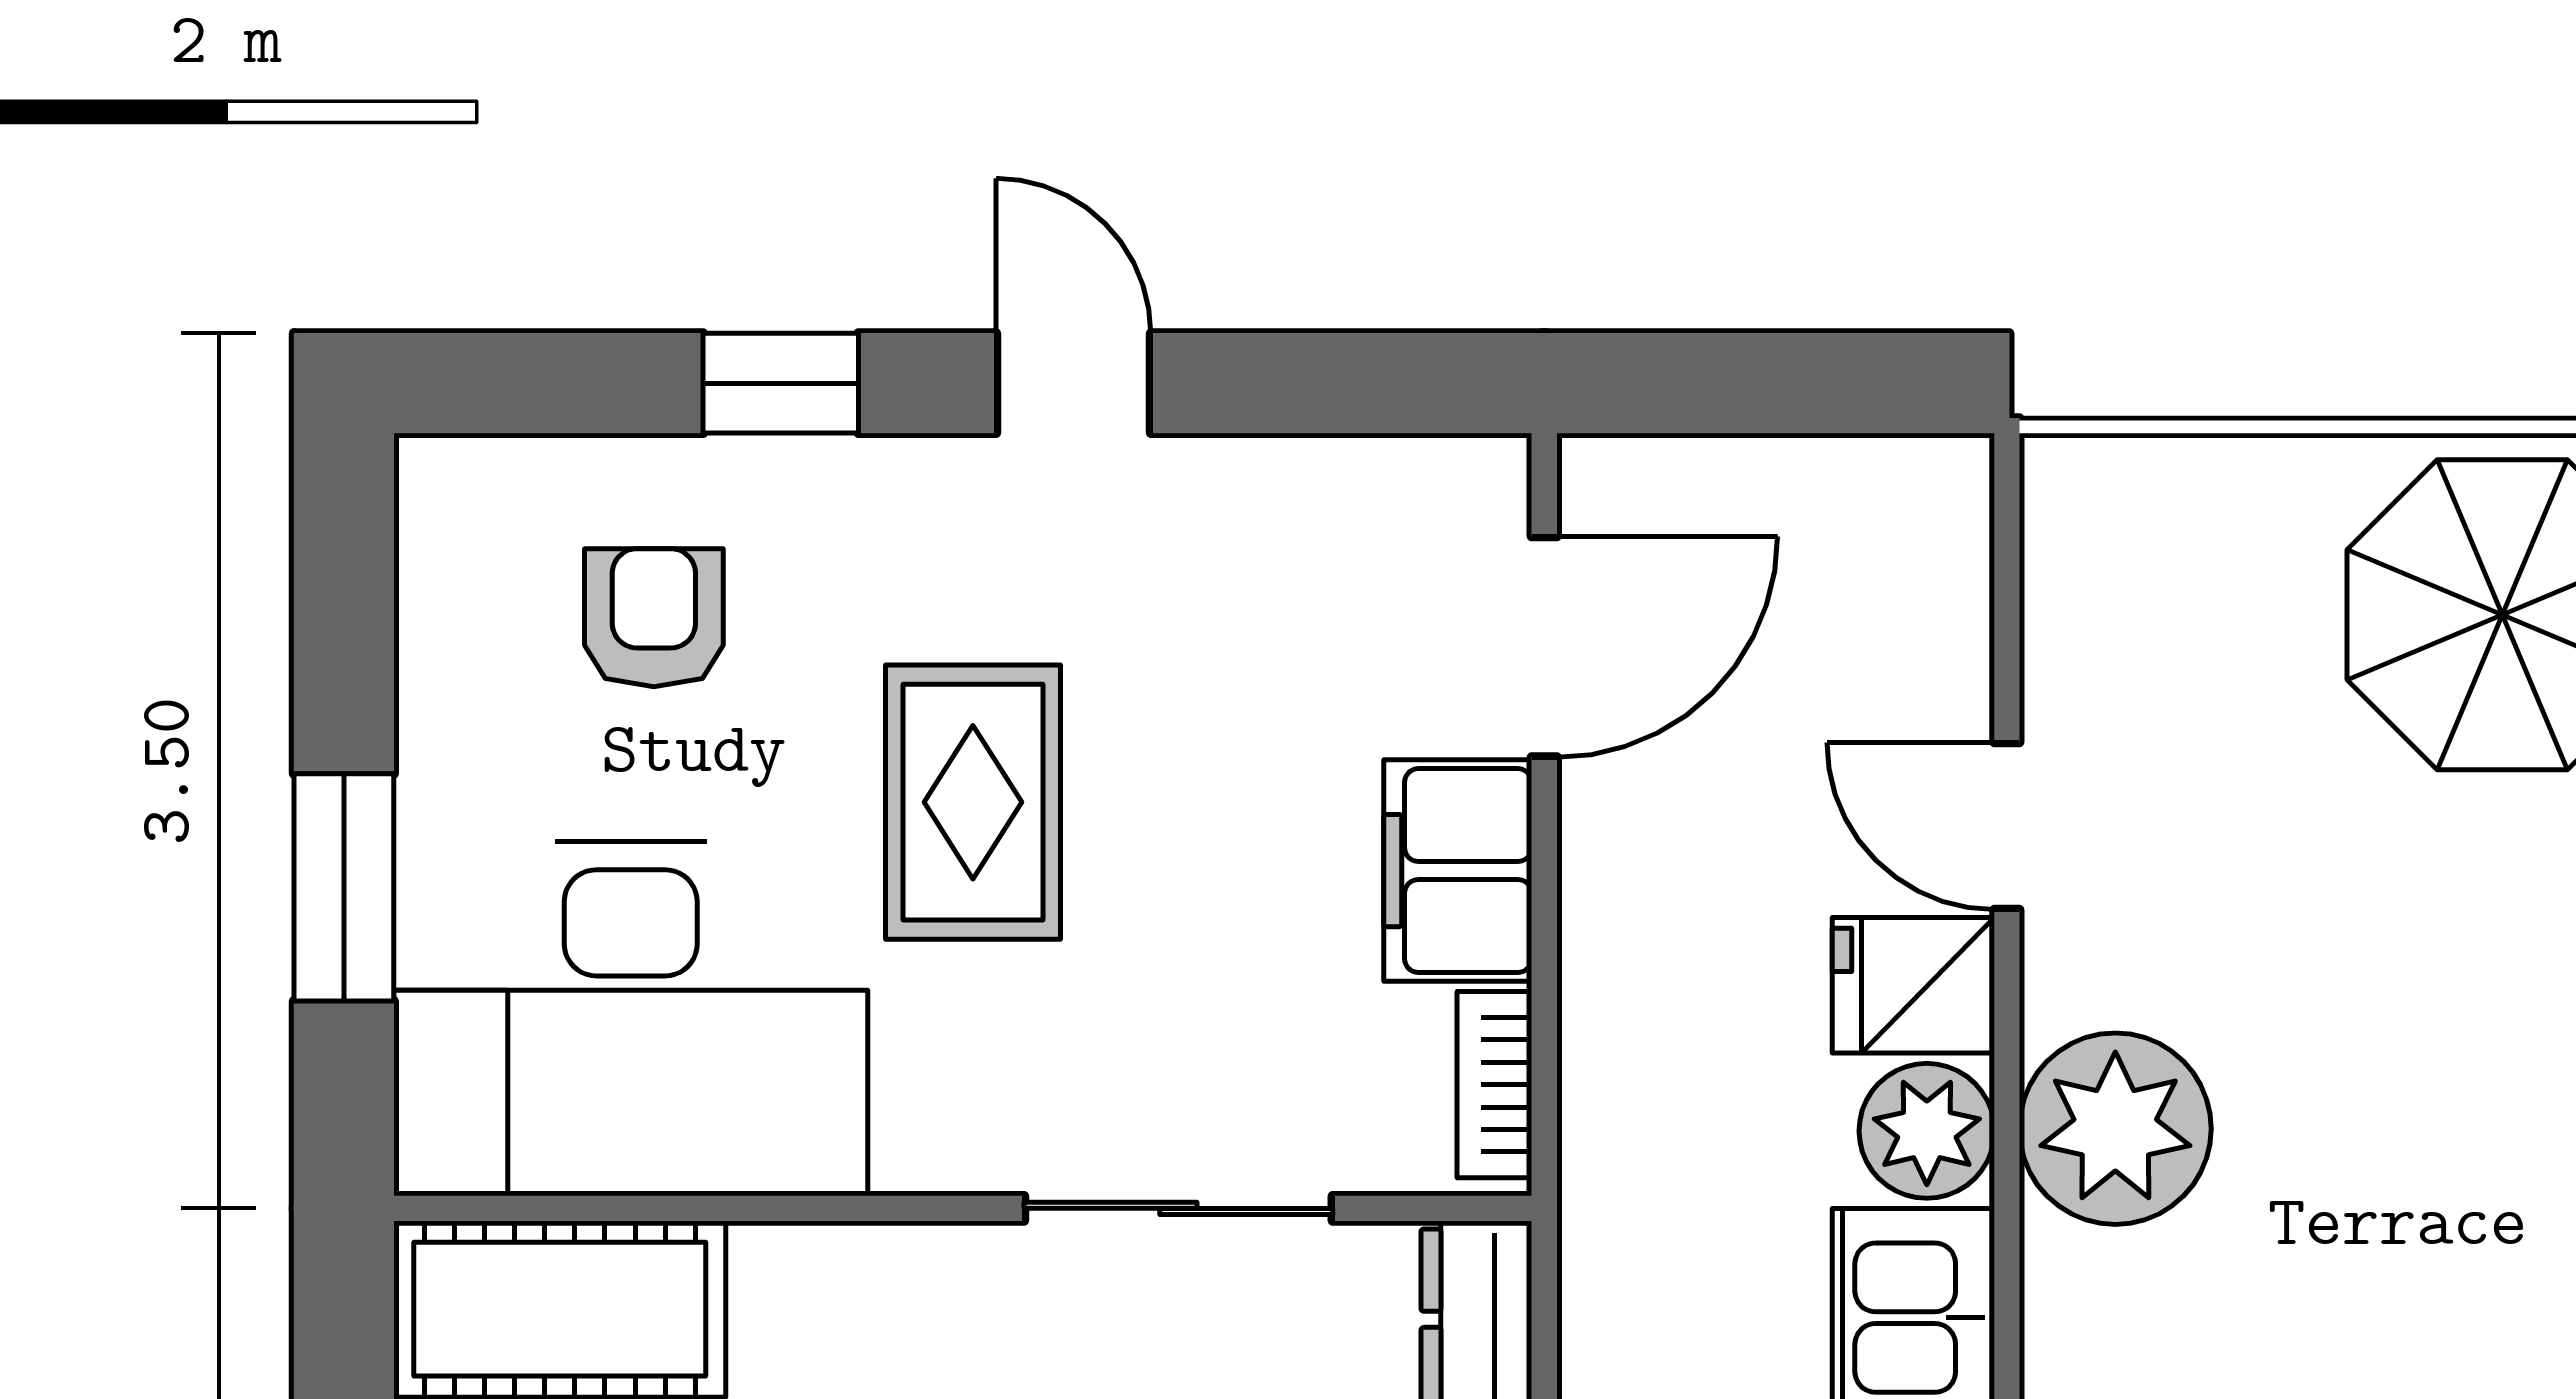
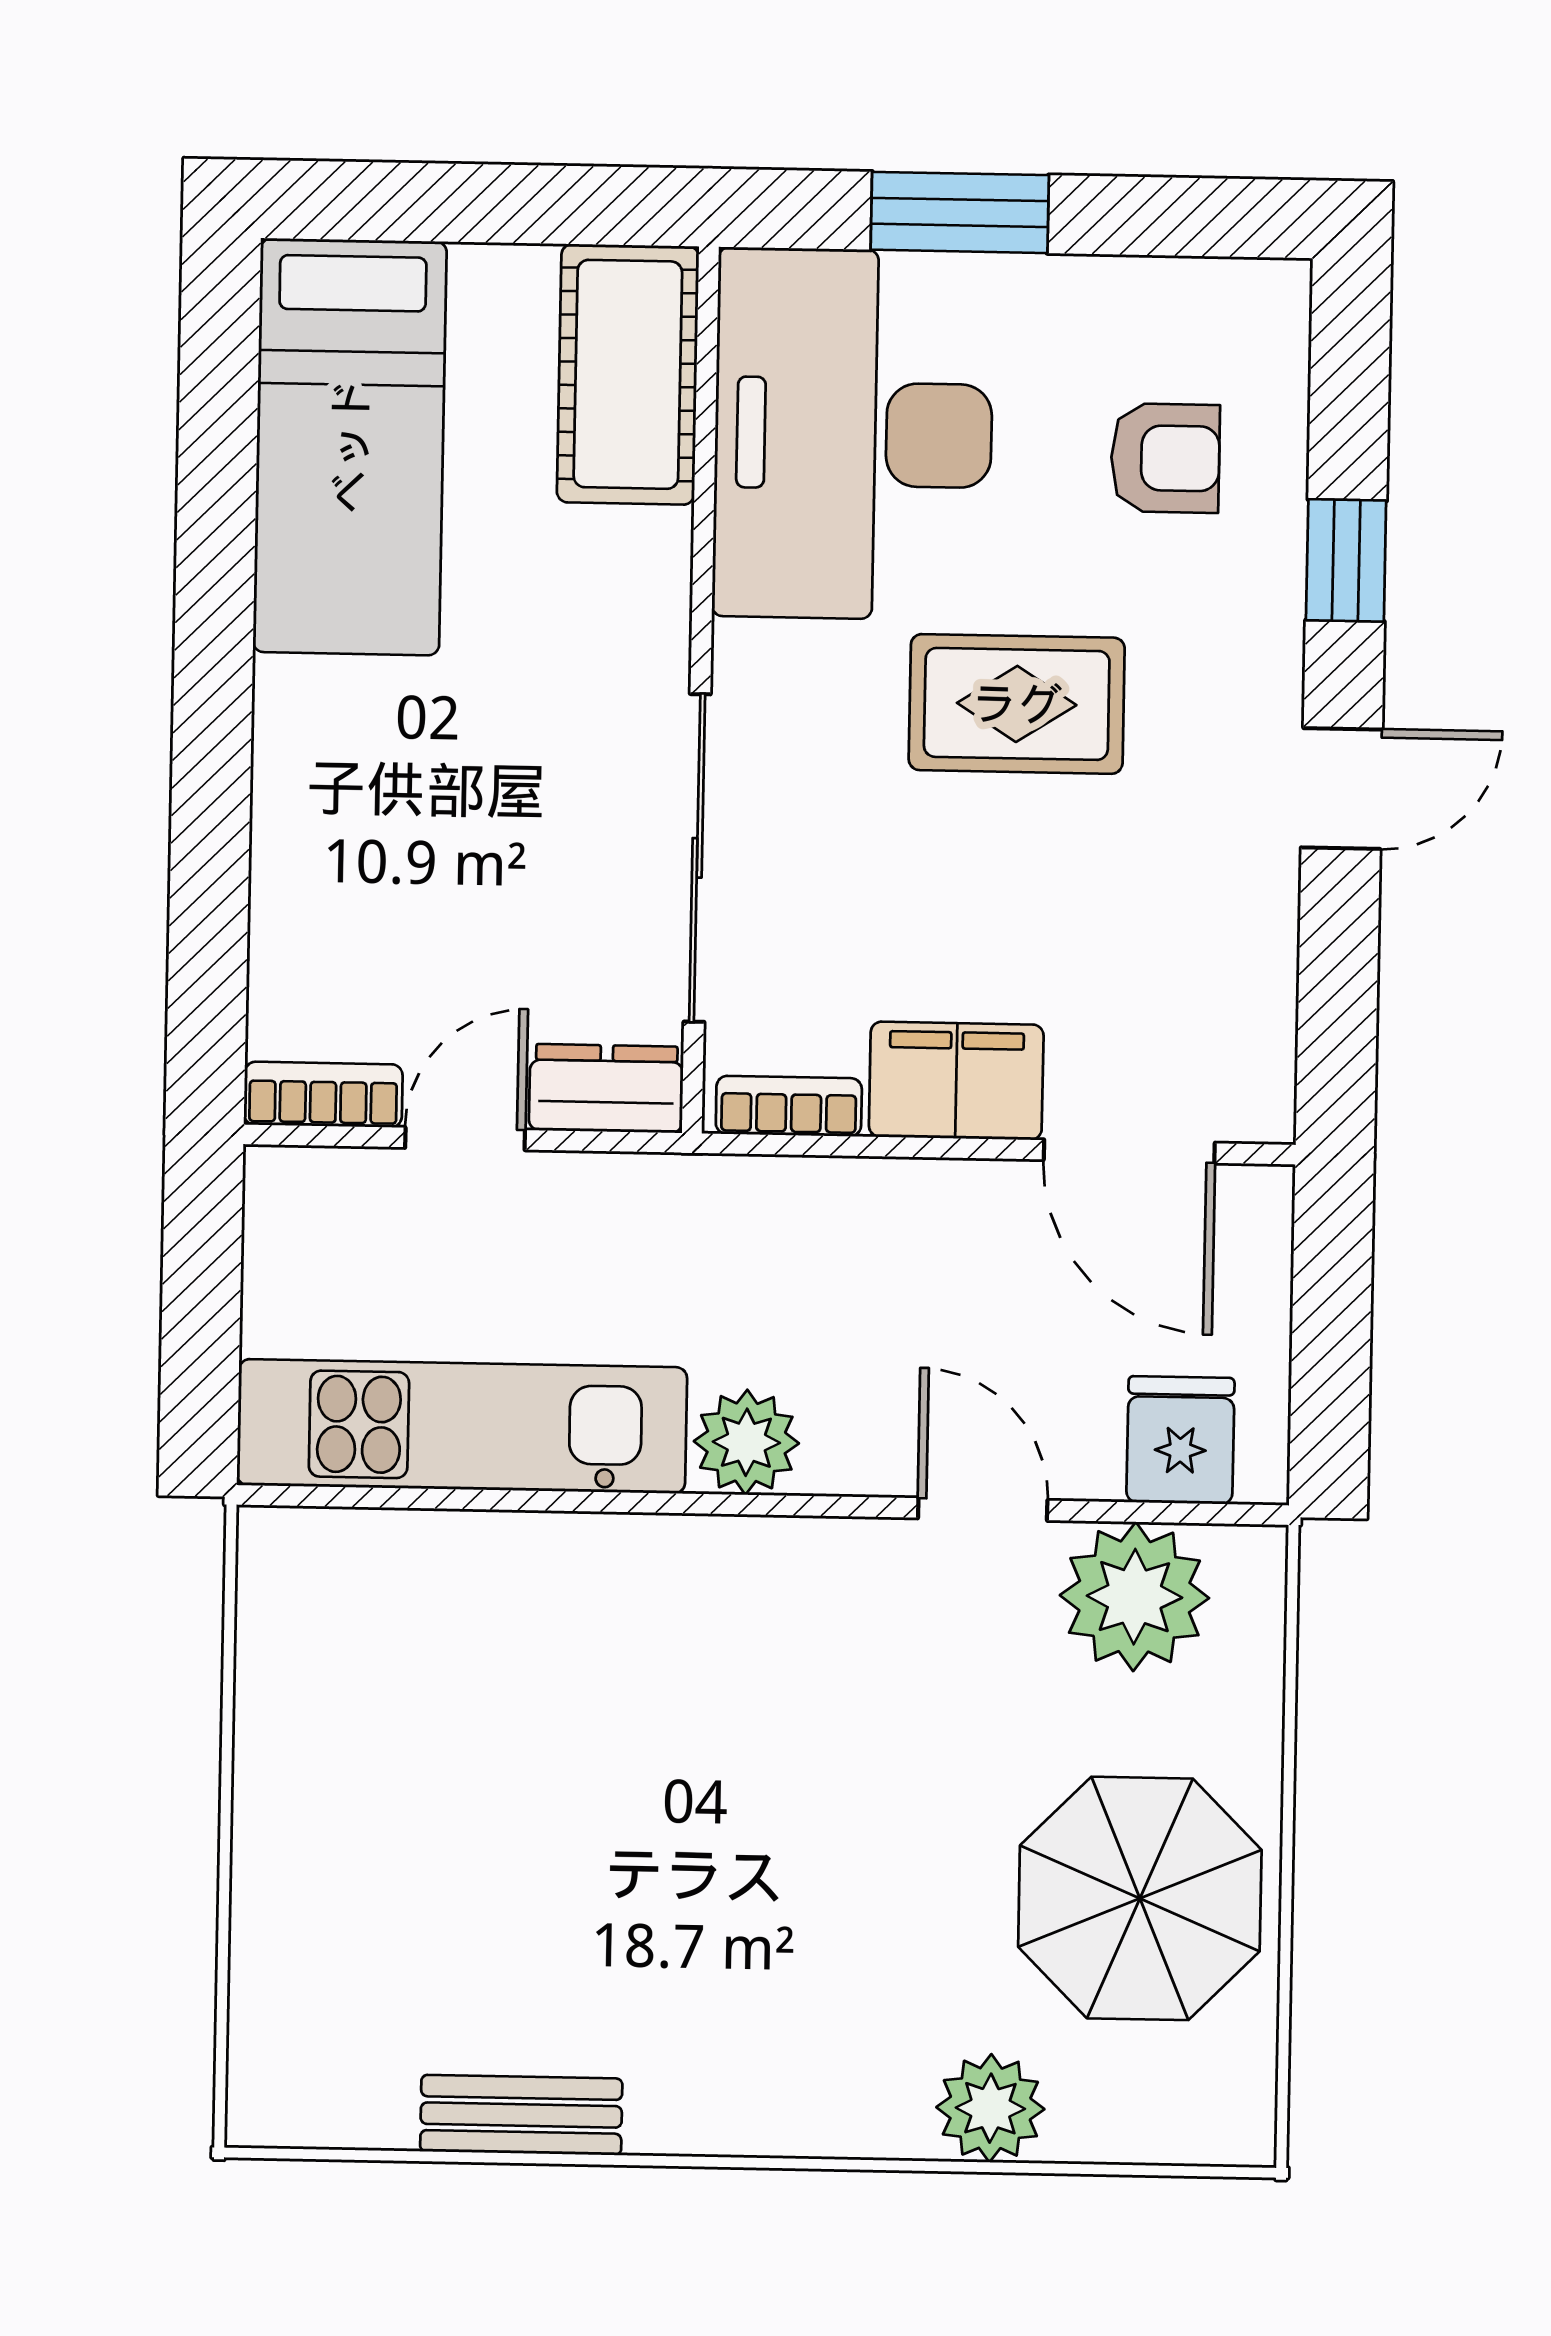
door: (2007, 826) -> (983, 1509), hinge flipped
fridge: (1913, 985) -> (1180, 1440), moved
plant: (2115, 1129) -> (1134, 1597), moved
sliding door: (1178, 1208) -> (697, 858), width x1.37

